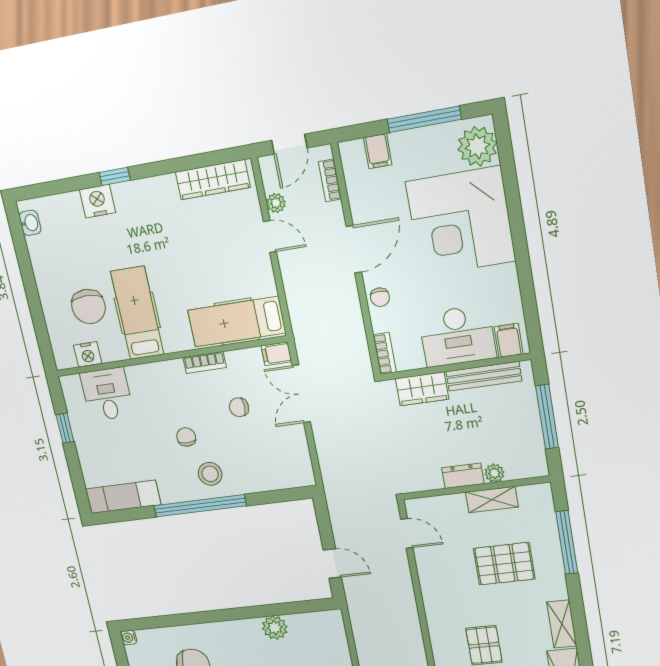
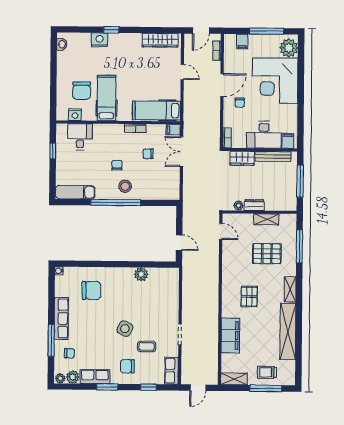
plant: (276, 203) -> (189, 57), removed
chair: (380, 297) -> (240, 103), moved
plant: (494, 473) -> (239, 206), moved

